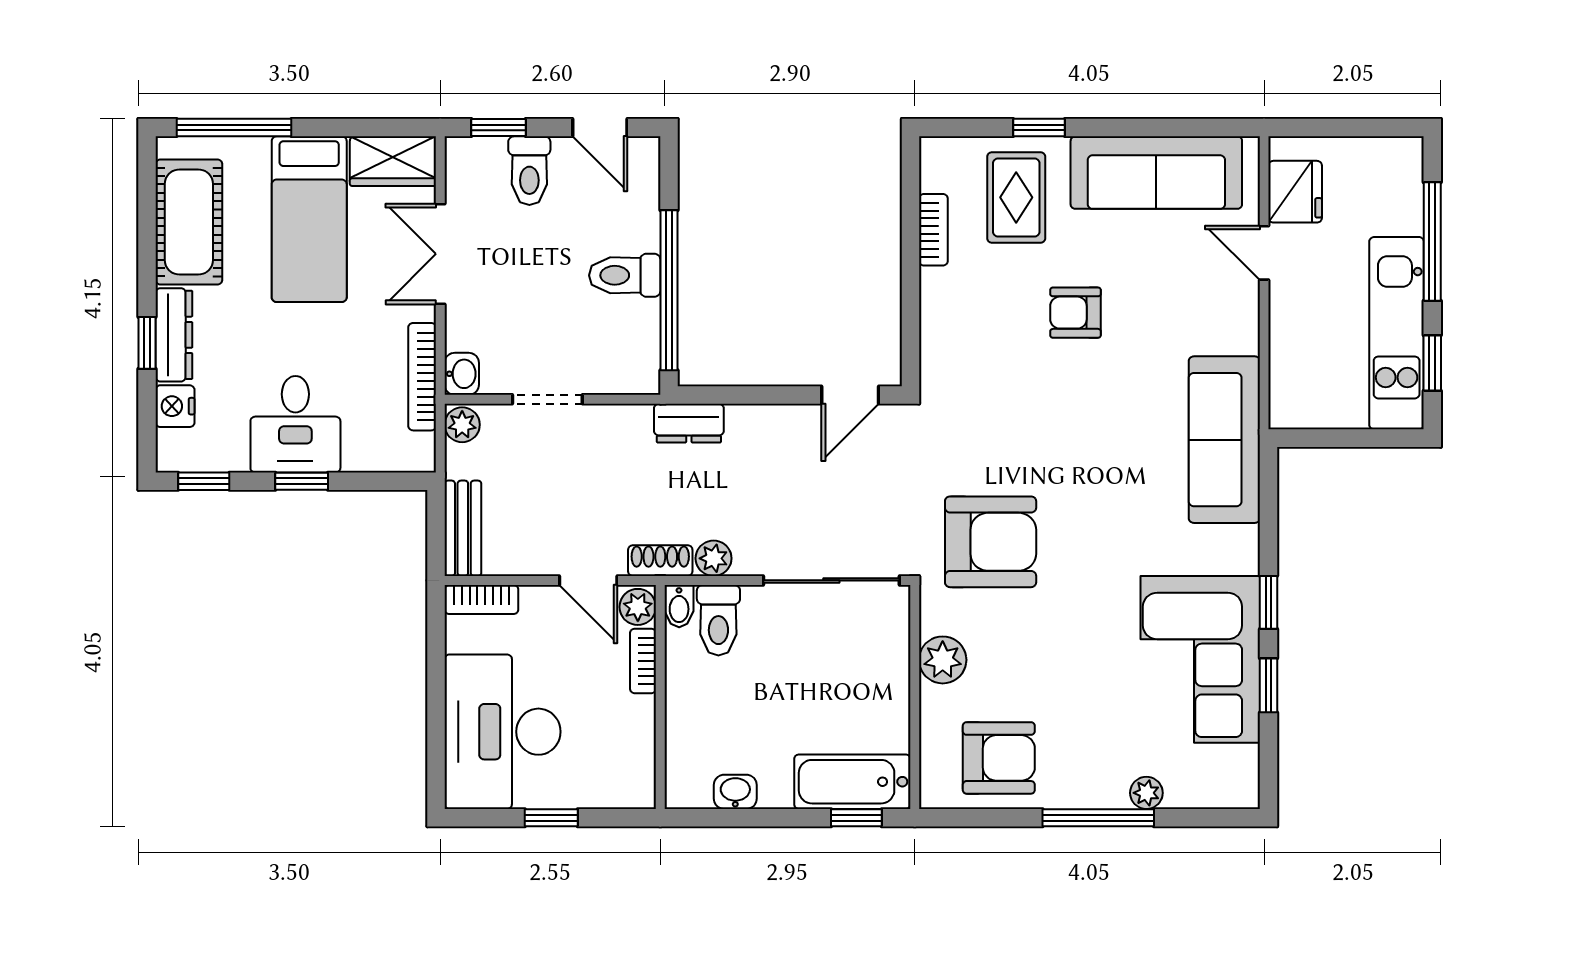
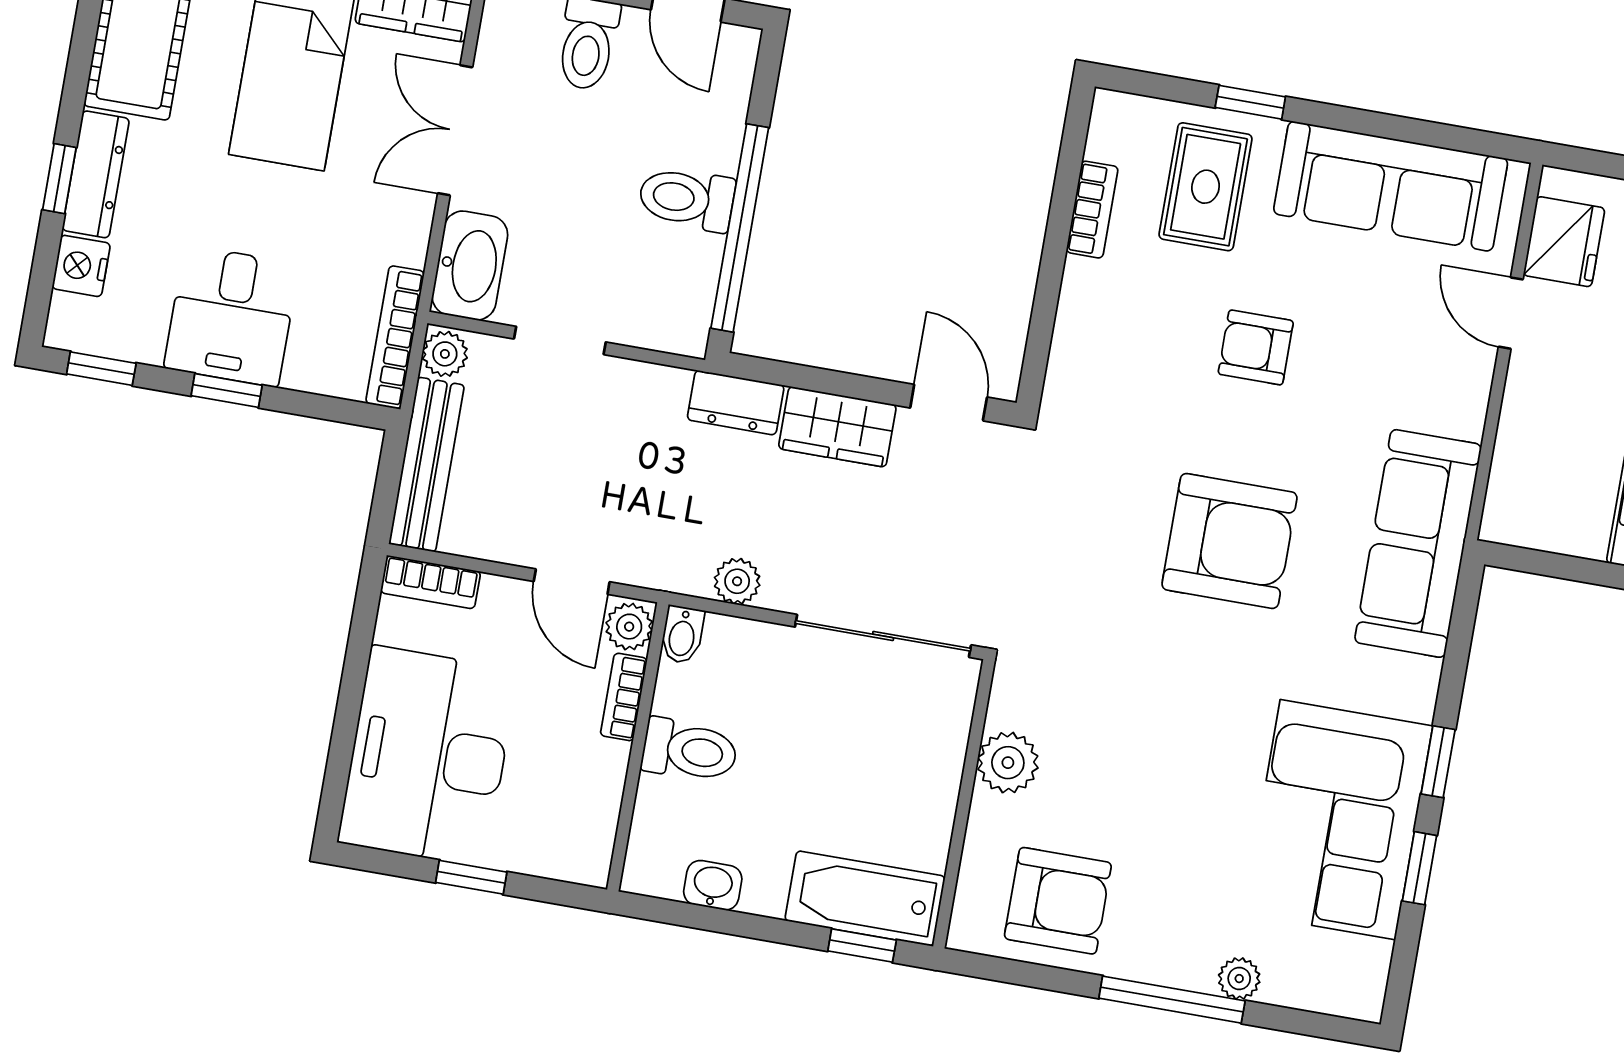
washbasin: (462, 374) -> (470, 265), width x1.91, depth x1.45
bookcase: (422, 377) -> (395, 337), moved
door: (850, 395) -> (949, 403), swing flipped
wardrobe: (769, 428) -> (837, 427), added
bench: (463, 528) -> (427, 465), width x1.36
armchair: (991, 542) -> (1229, 541), moved
shoe rack: (660, 561) -> (668, 572), removed
toilet: (718, 620) -> (690, 750), moved, turned -90

